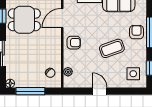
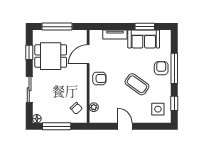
coffee table: (112, 48) -> (137, 84), turned 56

